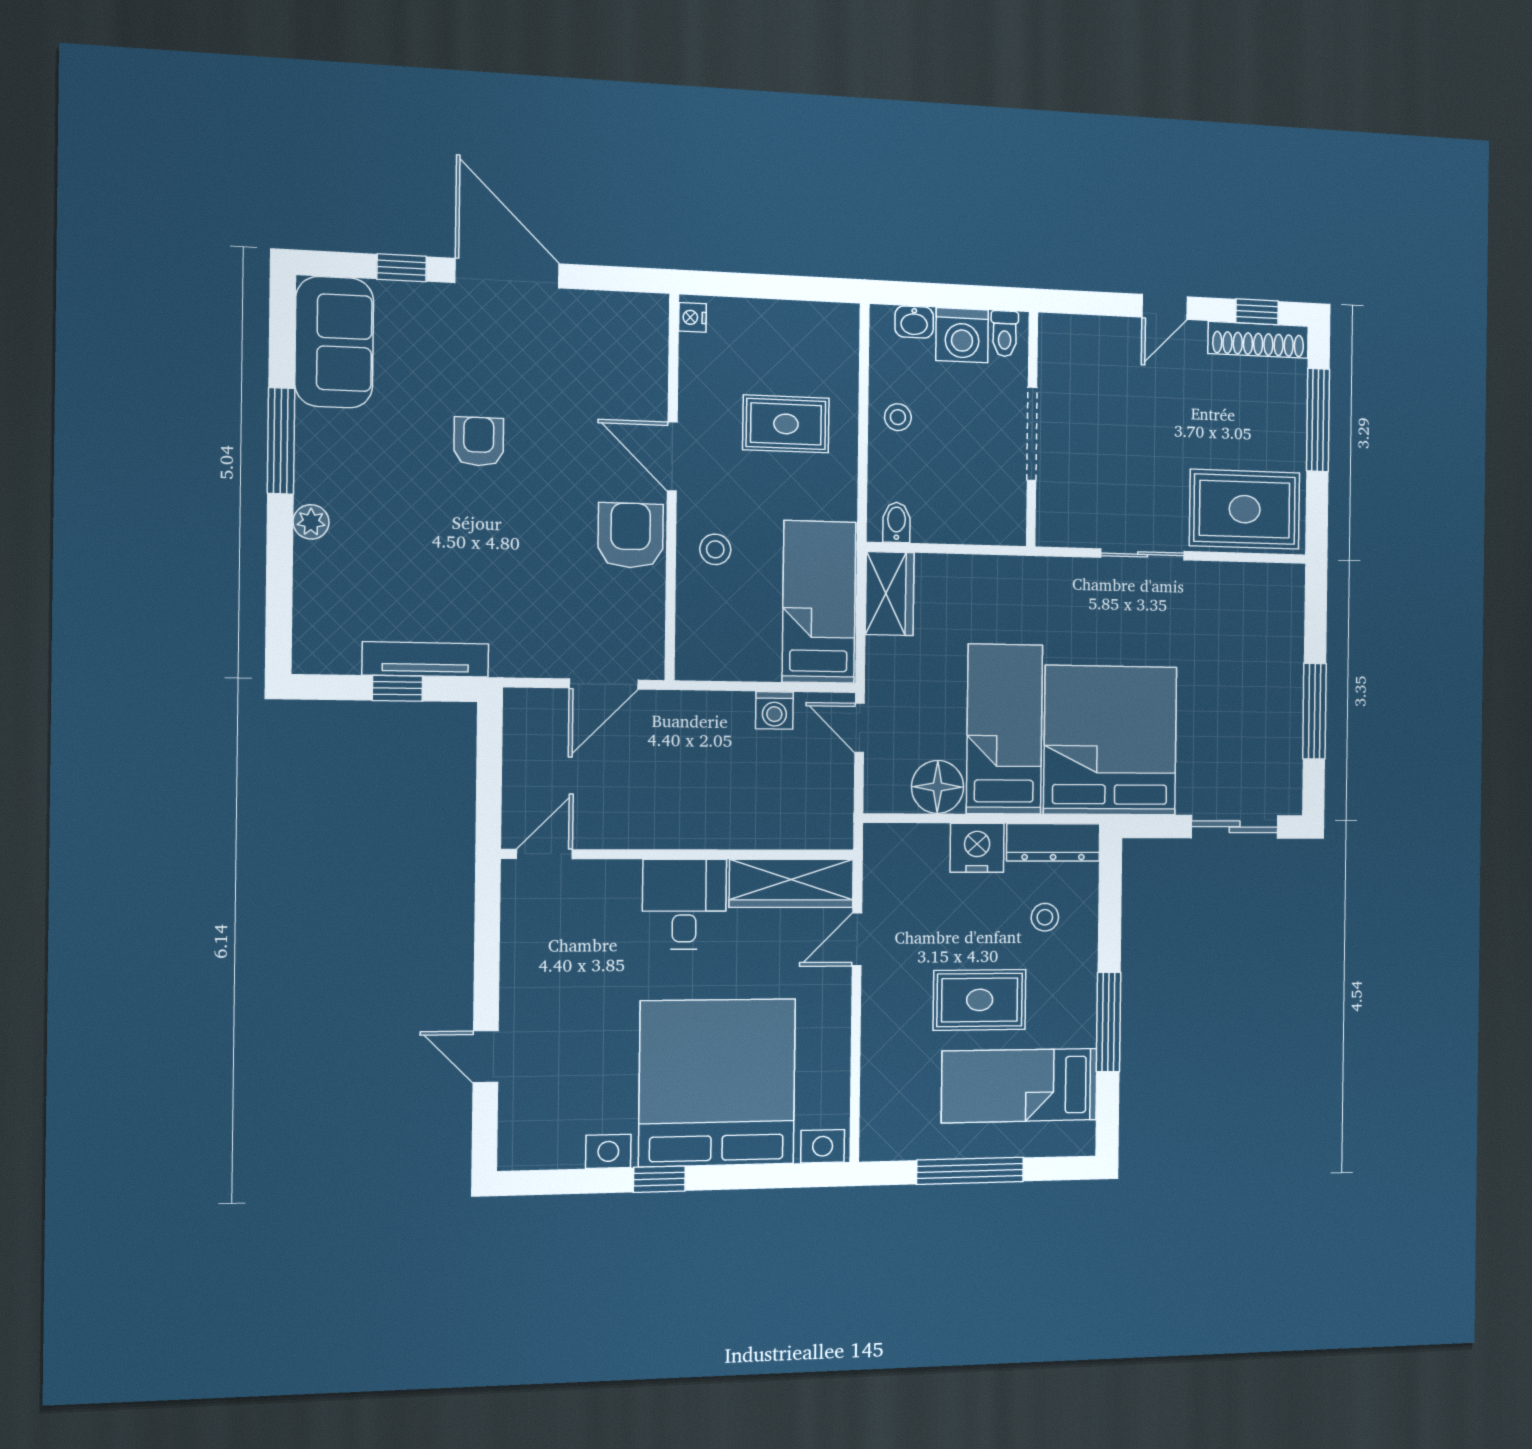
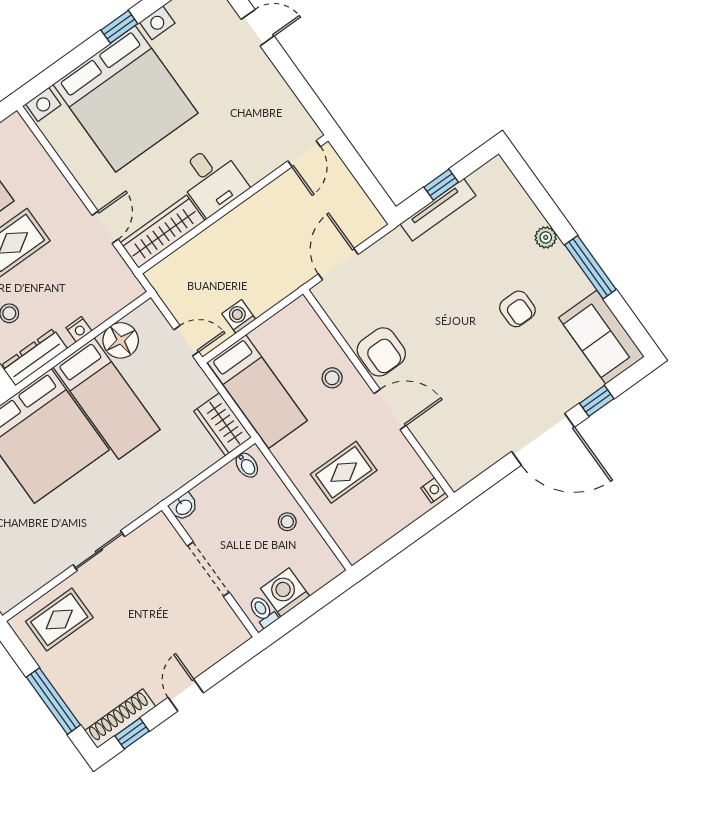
washbasin: (914, 322) -> (184, 507), moved, turned 180
armchair: (479, 442) -> (517, 309), moved
rug: (1245, 509) -> (59, 619), width x0.73, depth x0.70
nightstand: (977, 848) -> (79, 329), width x0.53, depth x0.56

